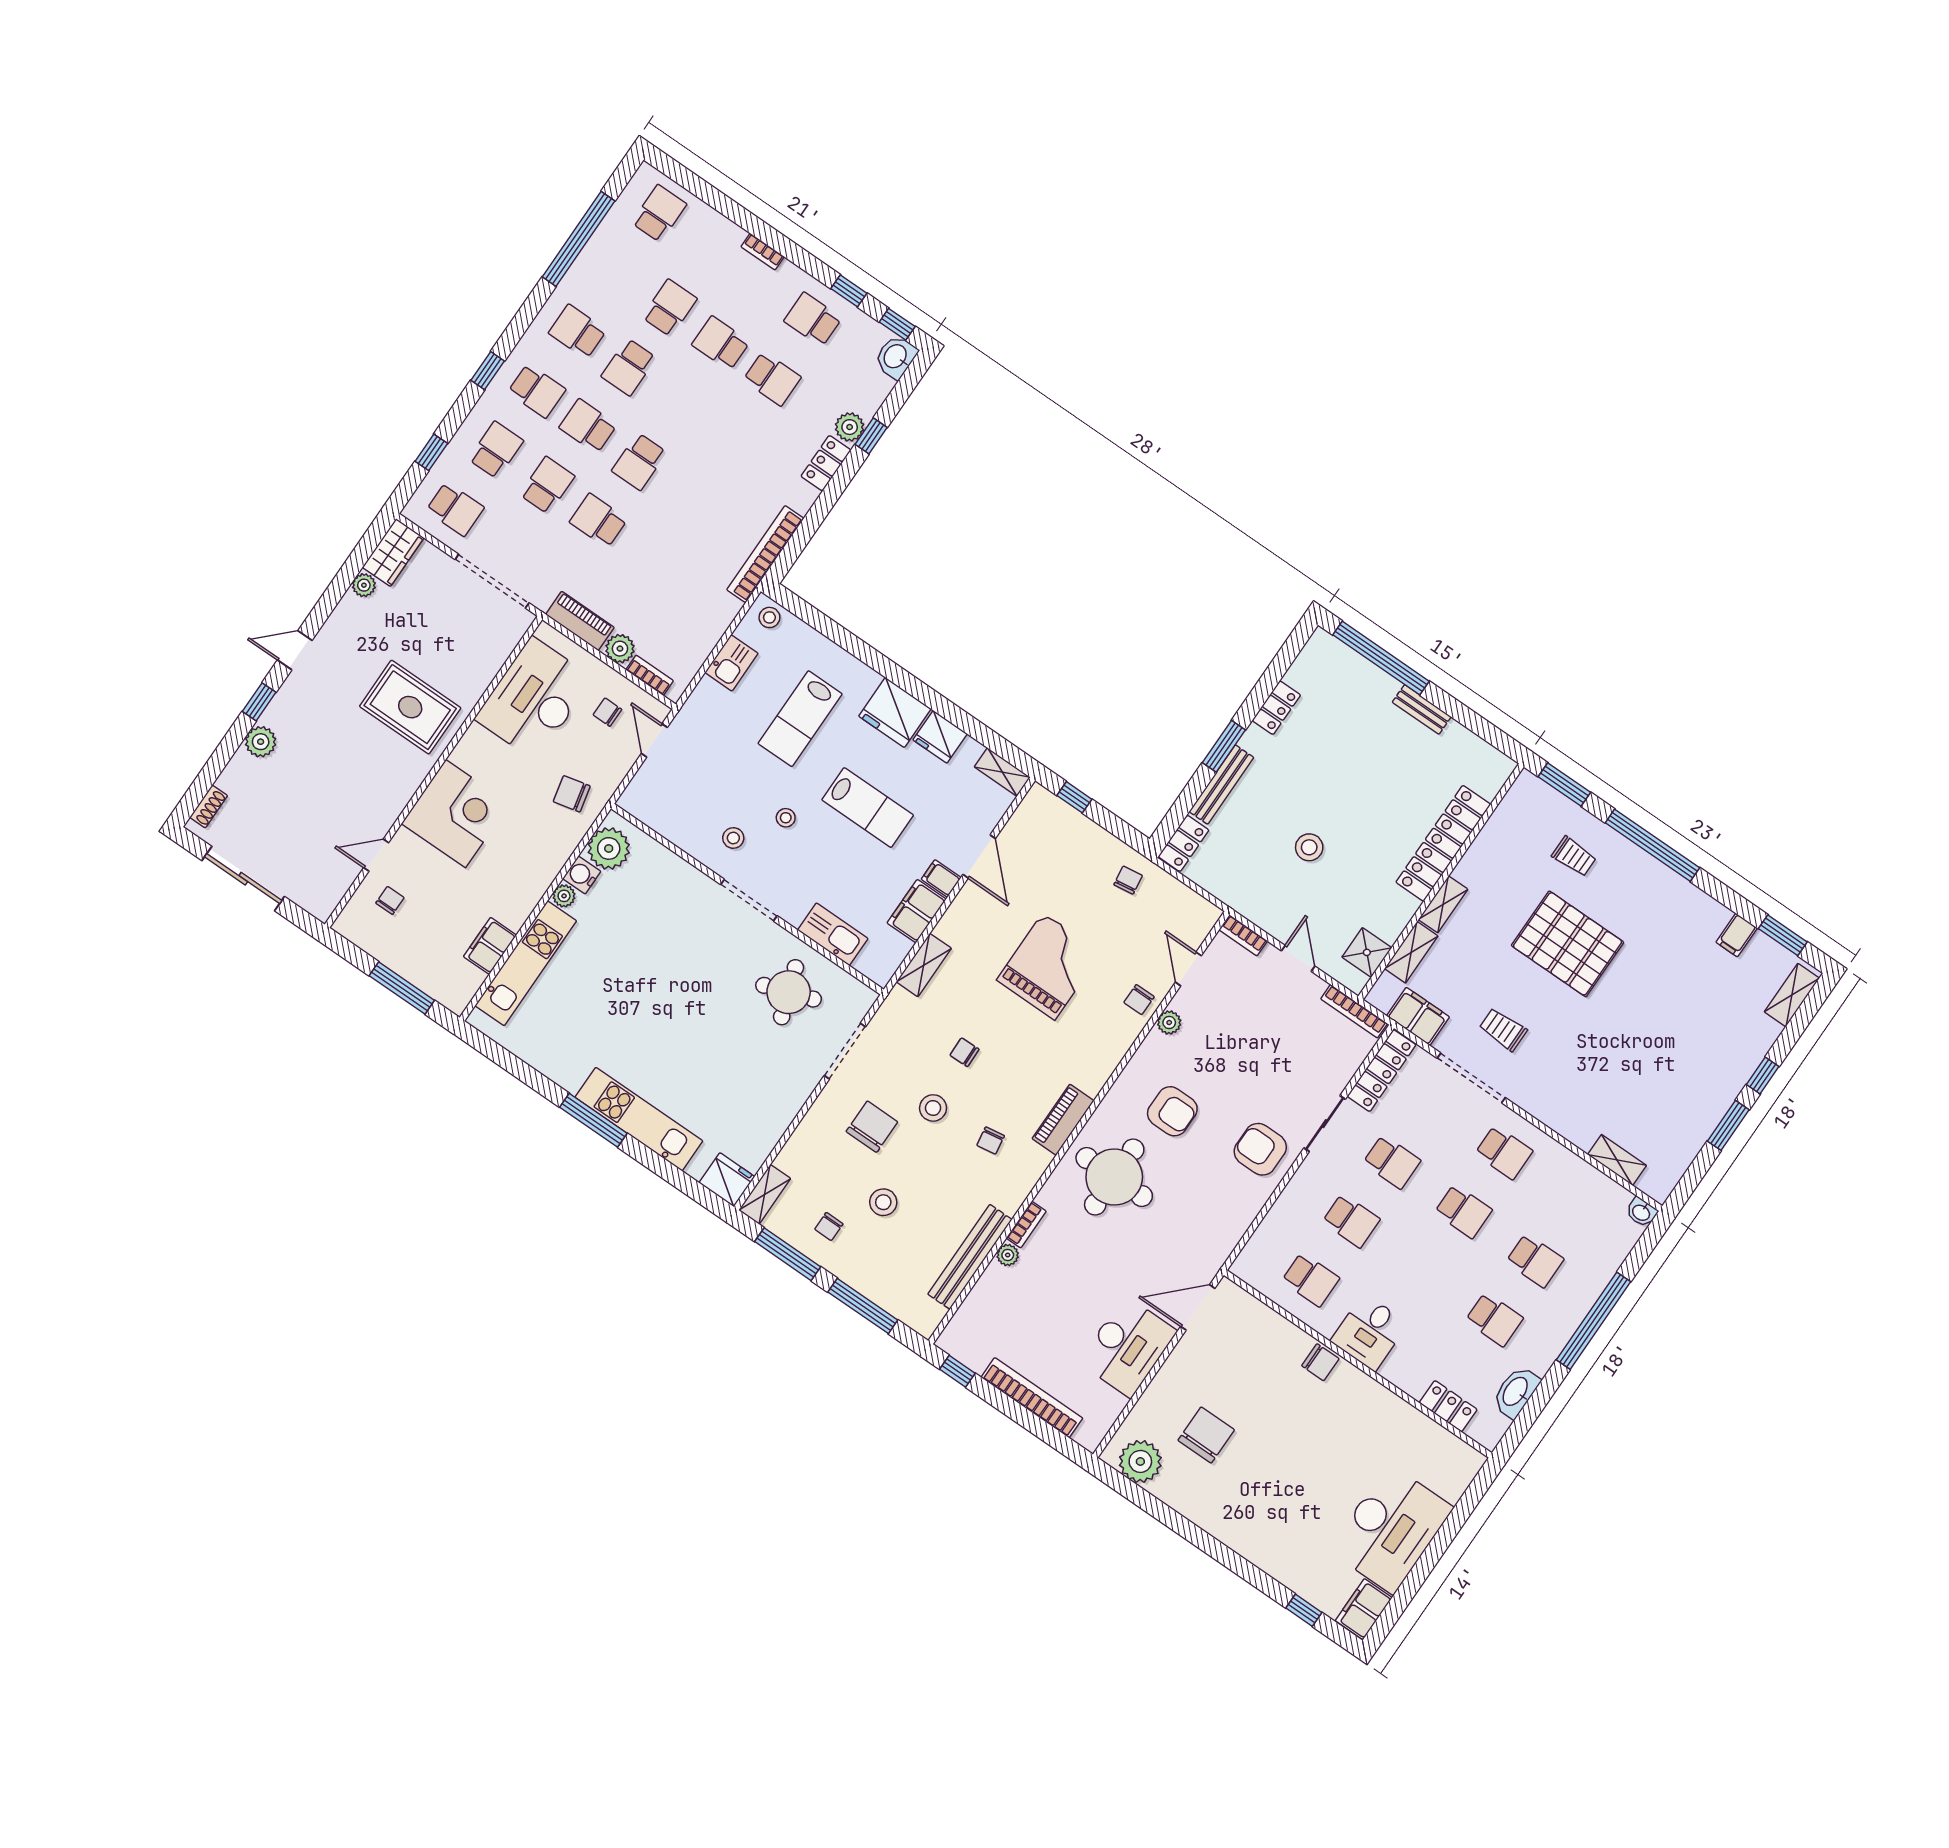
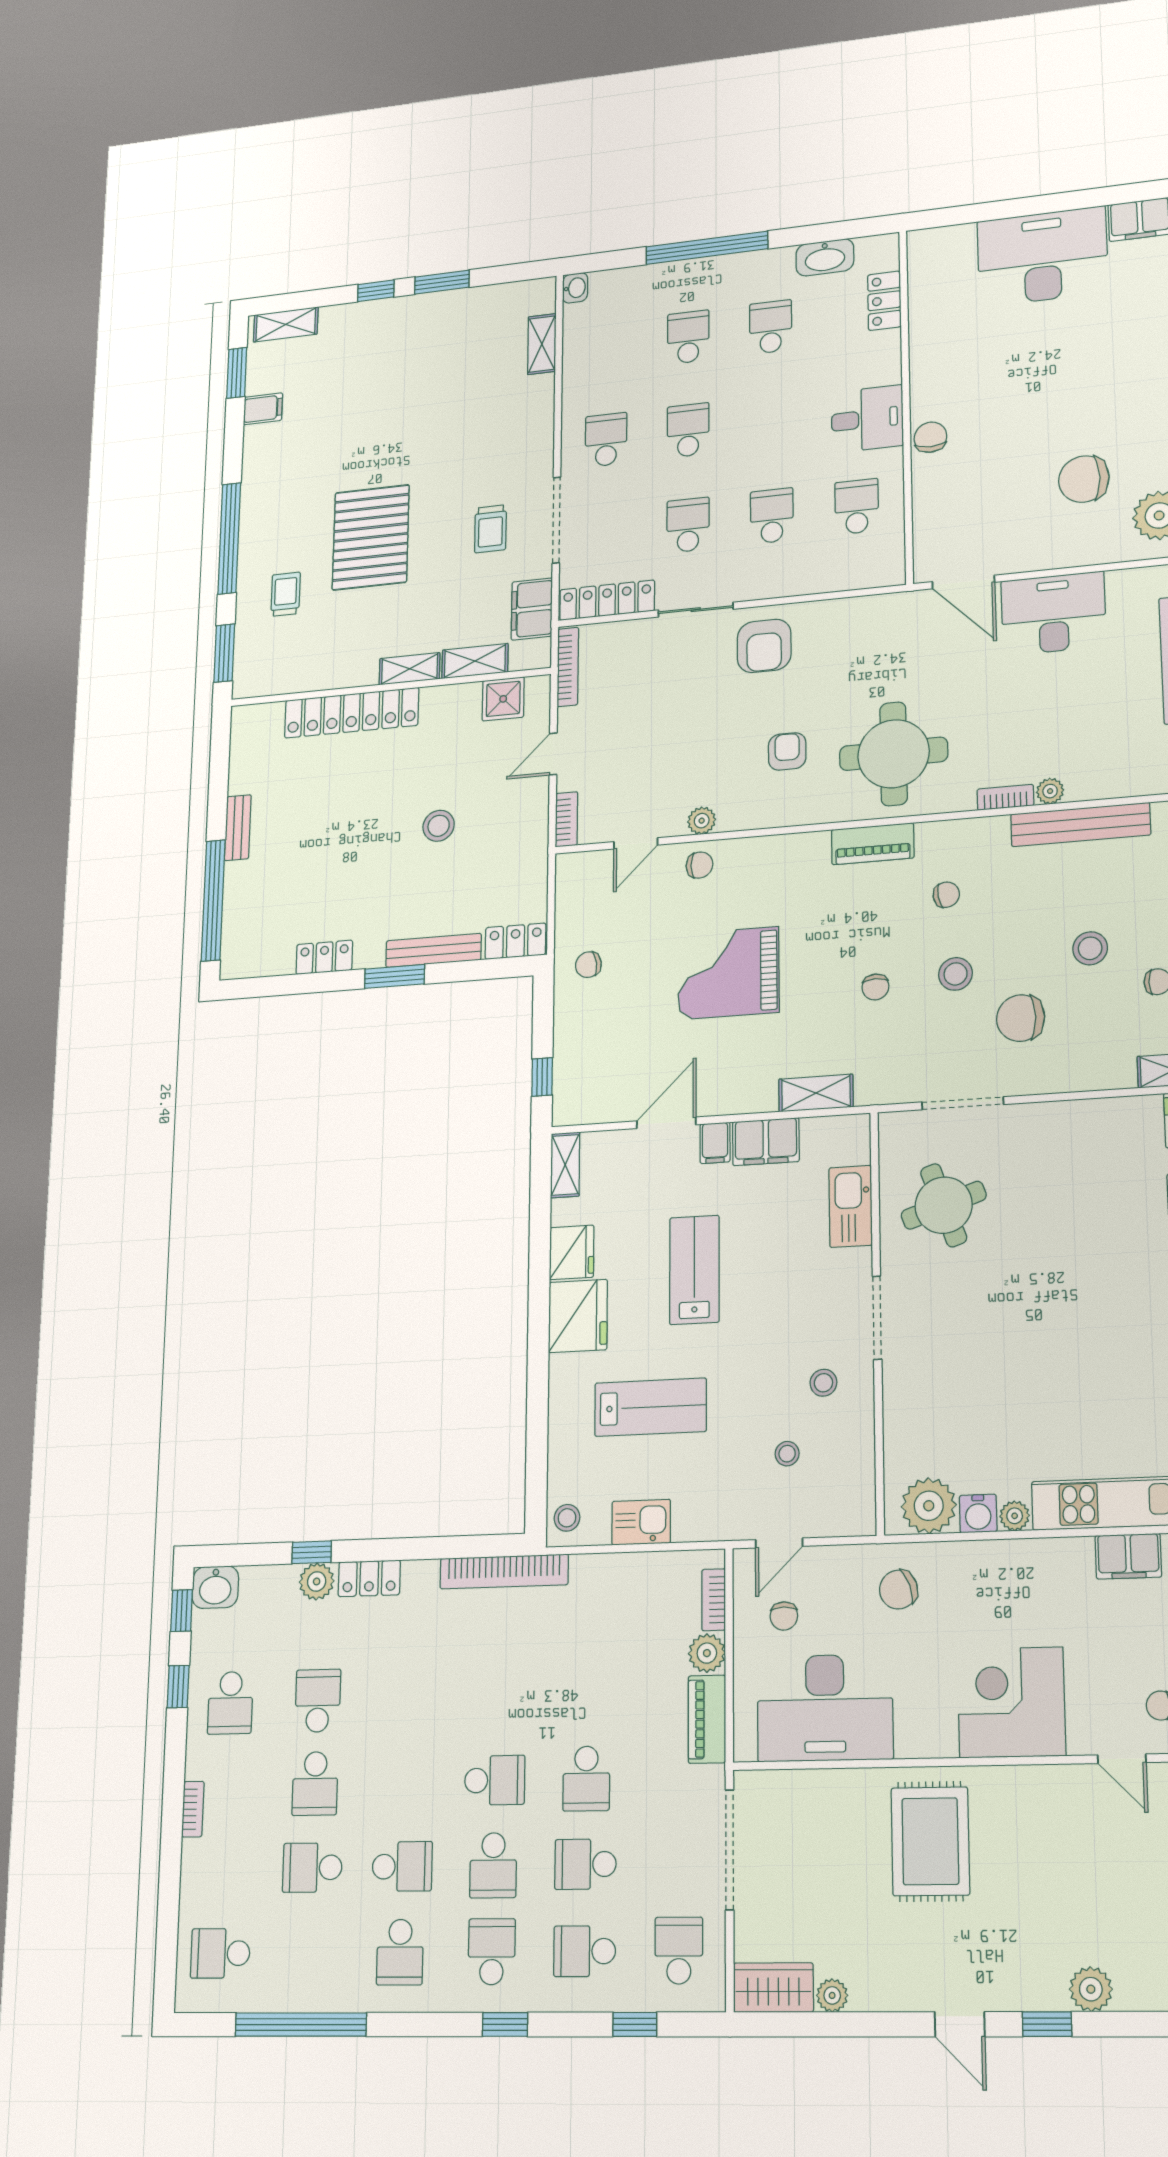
chair: (572, 794) -> (899, 1590), turned 84
stool: (786, 818) -> (787, 1454), moved
armchair: (1172, 1111) -> (787, 751), width x0.72, depth x0.72

